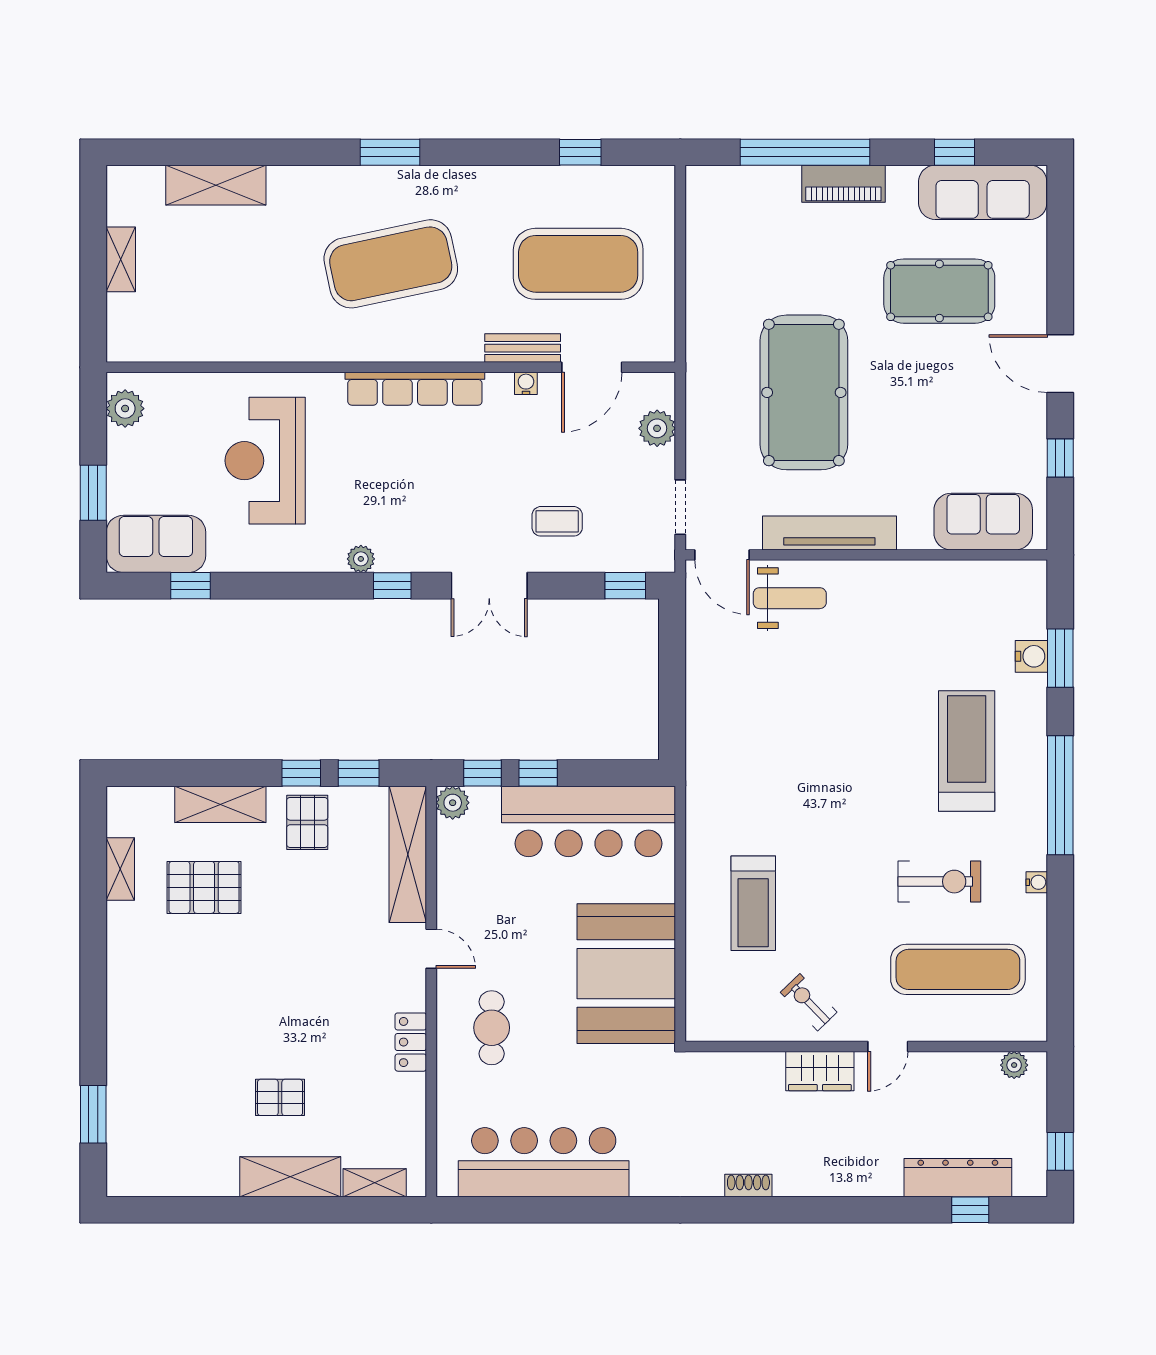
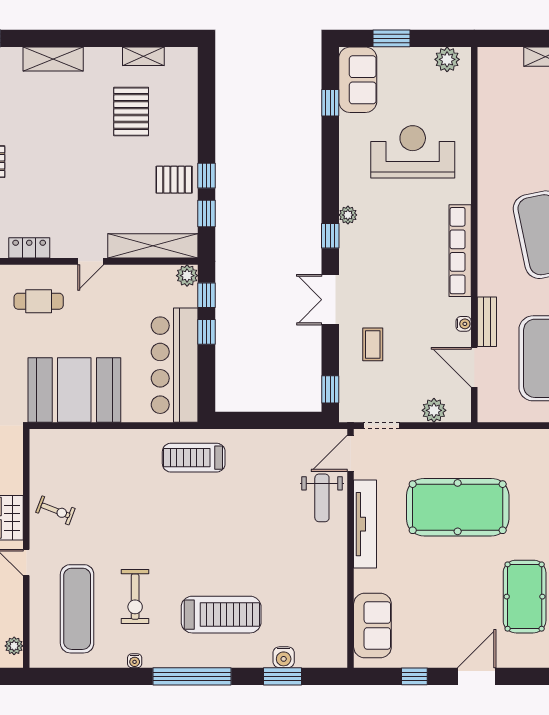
shelving: (220, 804) -> (53, 59), moved, turned 90
treadmill: (753, 903) -> (194, 458), moved
exercise bike: (809, 1002) -> (55, 510), turned 65

